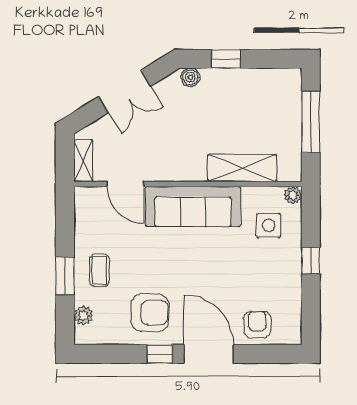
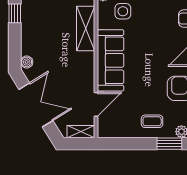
window: (226, 59) -> (15, 13), moved
double door: (124, 91) -> (36, 105), width x1.37
window: (65, 276) -> (169, 144), moved

